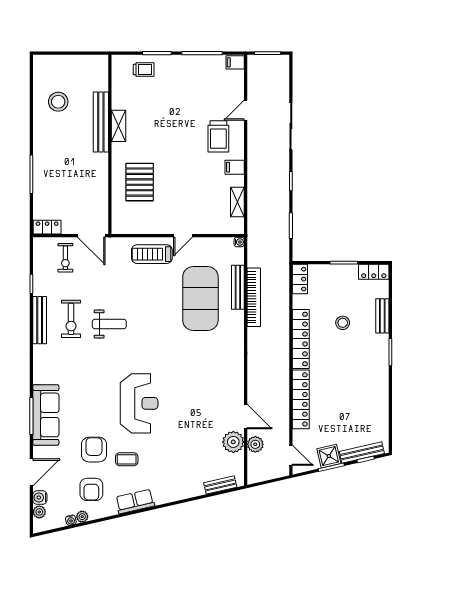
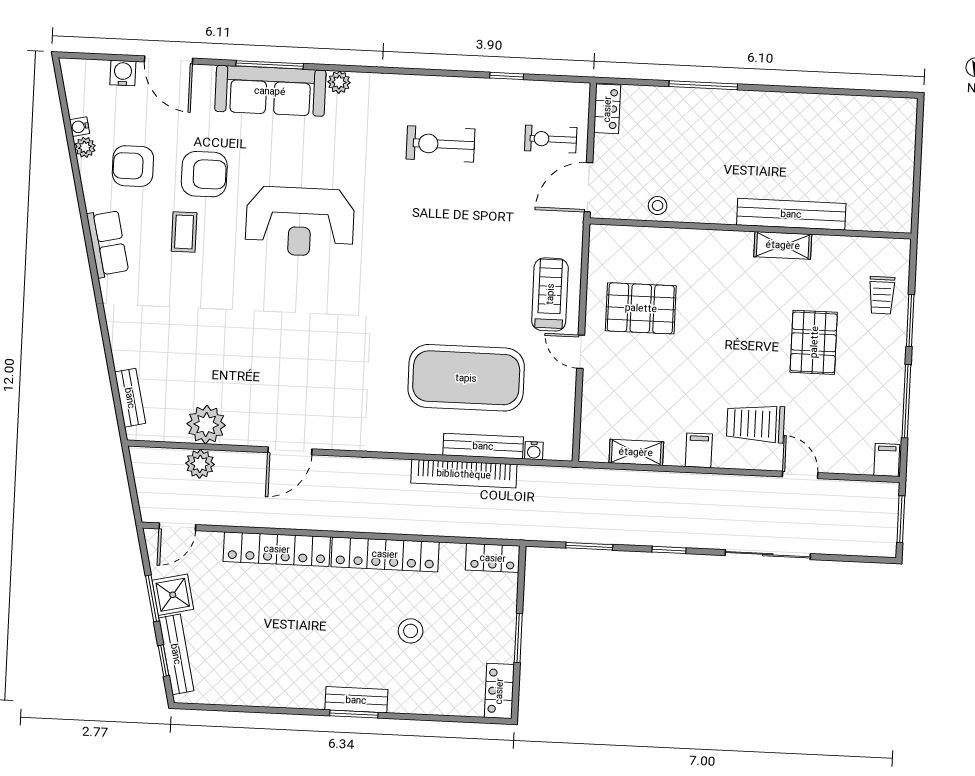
stool: (58, 102) -> (658, 206), moved, width x0.53, depth x0.53
pallet: (172, 106) -> (814, 342), added
pallet: (140, 182) -> (641, 308), moved
water cooler: (239, 242) -> (534, 451), moved
bench: (382, 316) -> (356, 700), moved
bench: (40, 320) -> (441, 88), removed
weight bench: (109, 324) -> (428, 212), removed
reception desk: (139, 403) -> (300, 222), moved
door: (246, 417) -> (290, 451), moved
plant: (39, 512) -> (339, 82), moved

